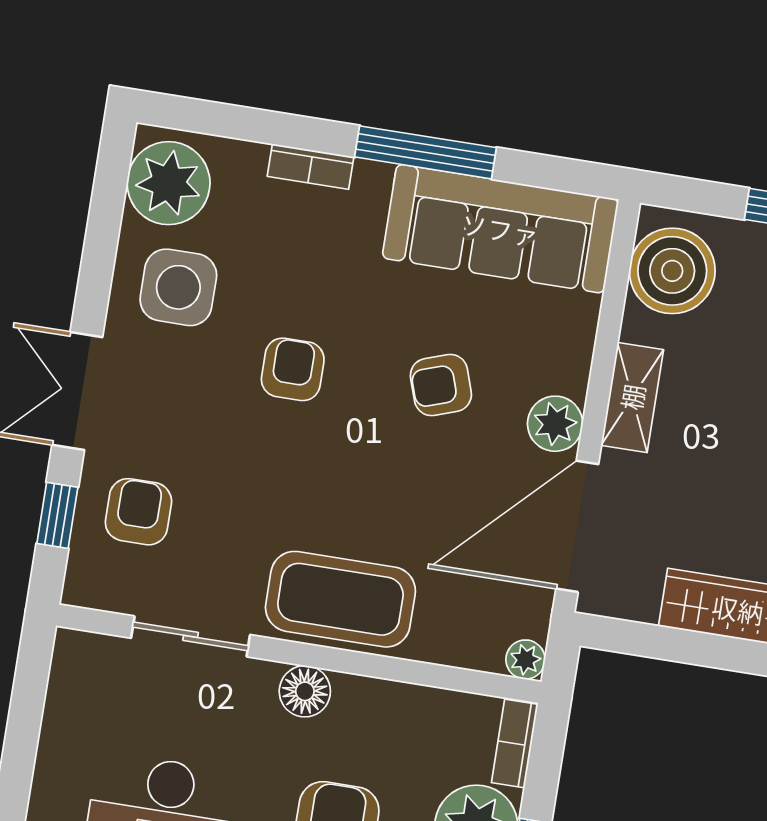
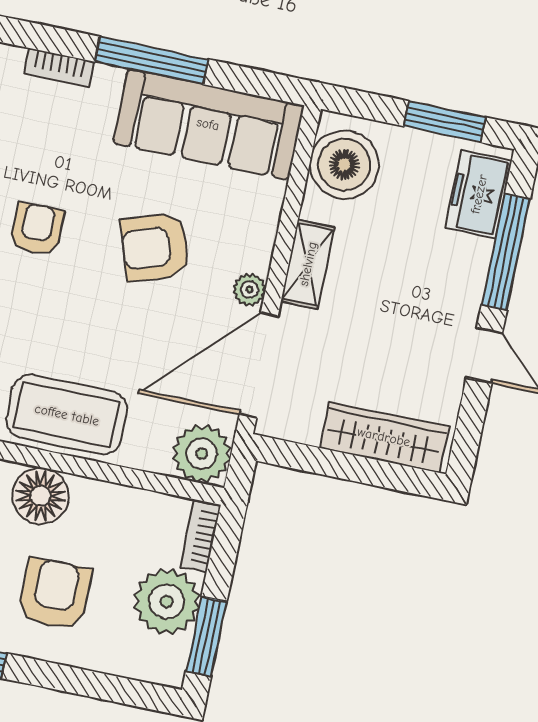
armchair: (441, 385) -> (155, 247), width x1.38, depth x1.38
plant: (555, 424) -> (249, 289), width x0.73, depth x0.73
plant: (525, 660) -> (202, 454), width x1.88, depth x1.88
floor lamp: (305, 691) -> (41, 496), width x1.38, depth x1.38

